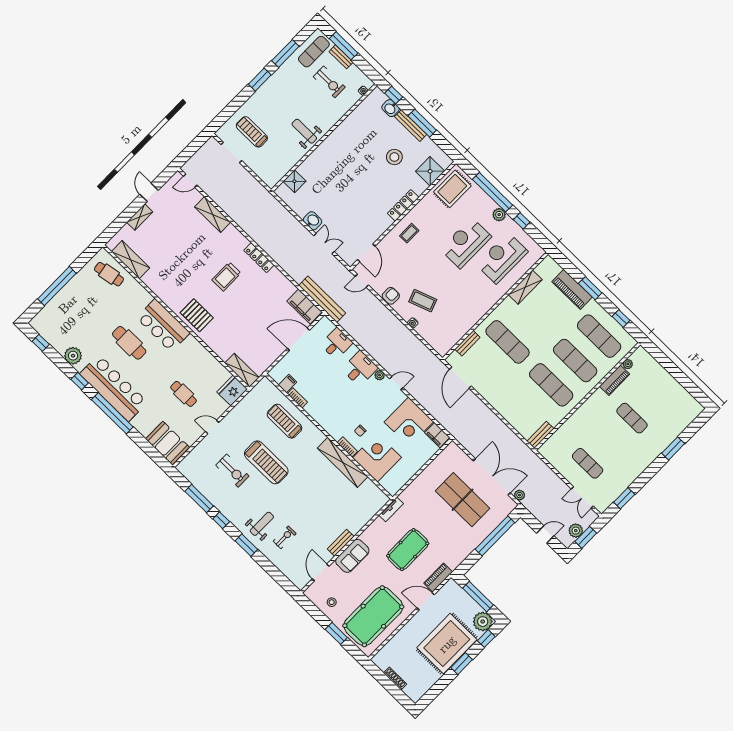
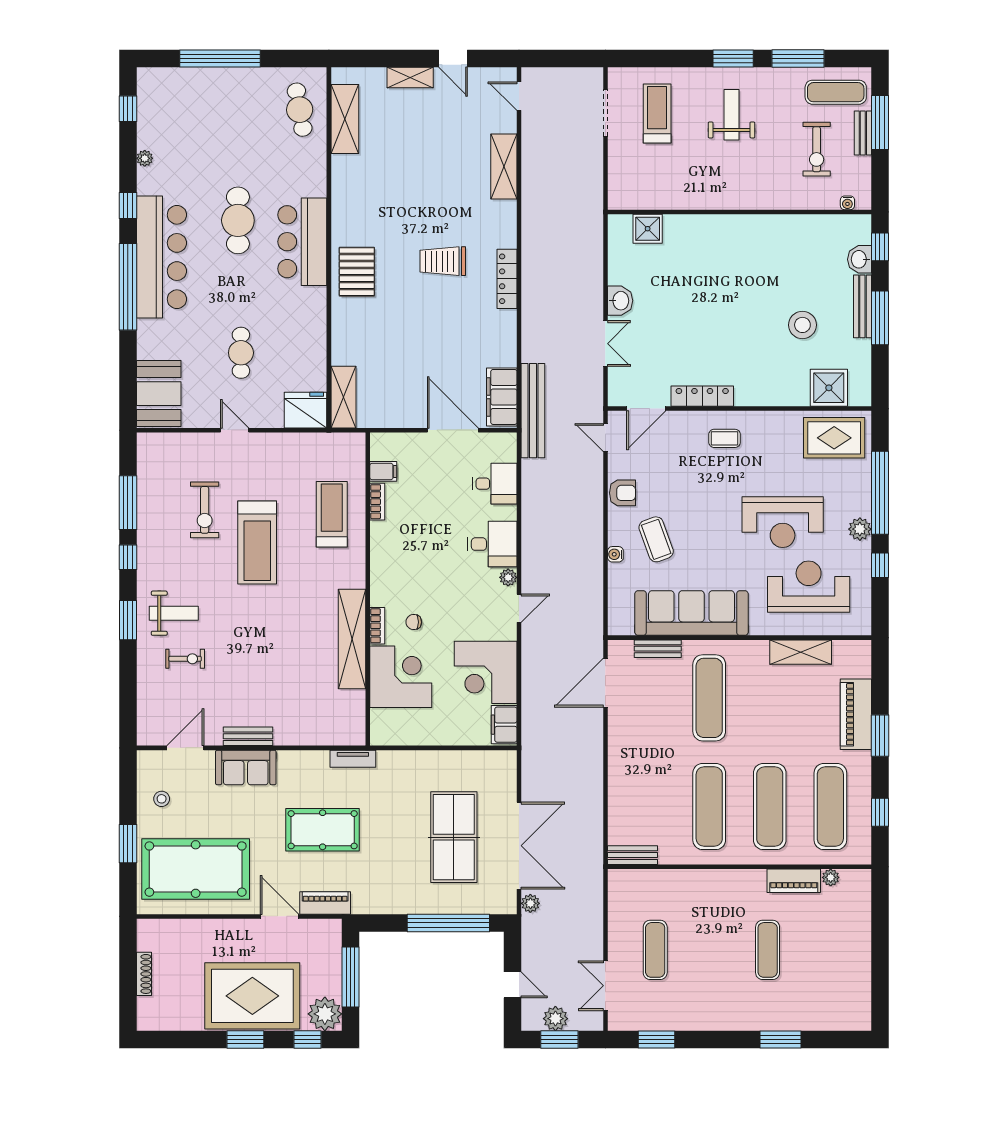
weight bench: (304, 131) -> (731, 115), moved
door: (149, 192) -> (453, 58), swing flipped
locker: (403, 205) -> (702, 396), moved
reception desk: (466, 243) -> (783, 522), turned 180
sofa: (466, 316) -> (692, 613), added
plant: (73, 356) -> (145, 158), width x0.53, depth x0.53
door: (396, 383) -> (519, 608), hinge flipped

